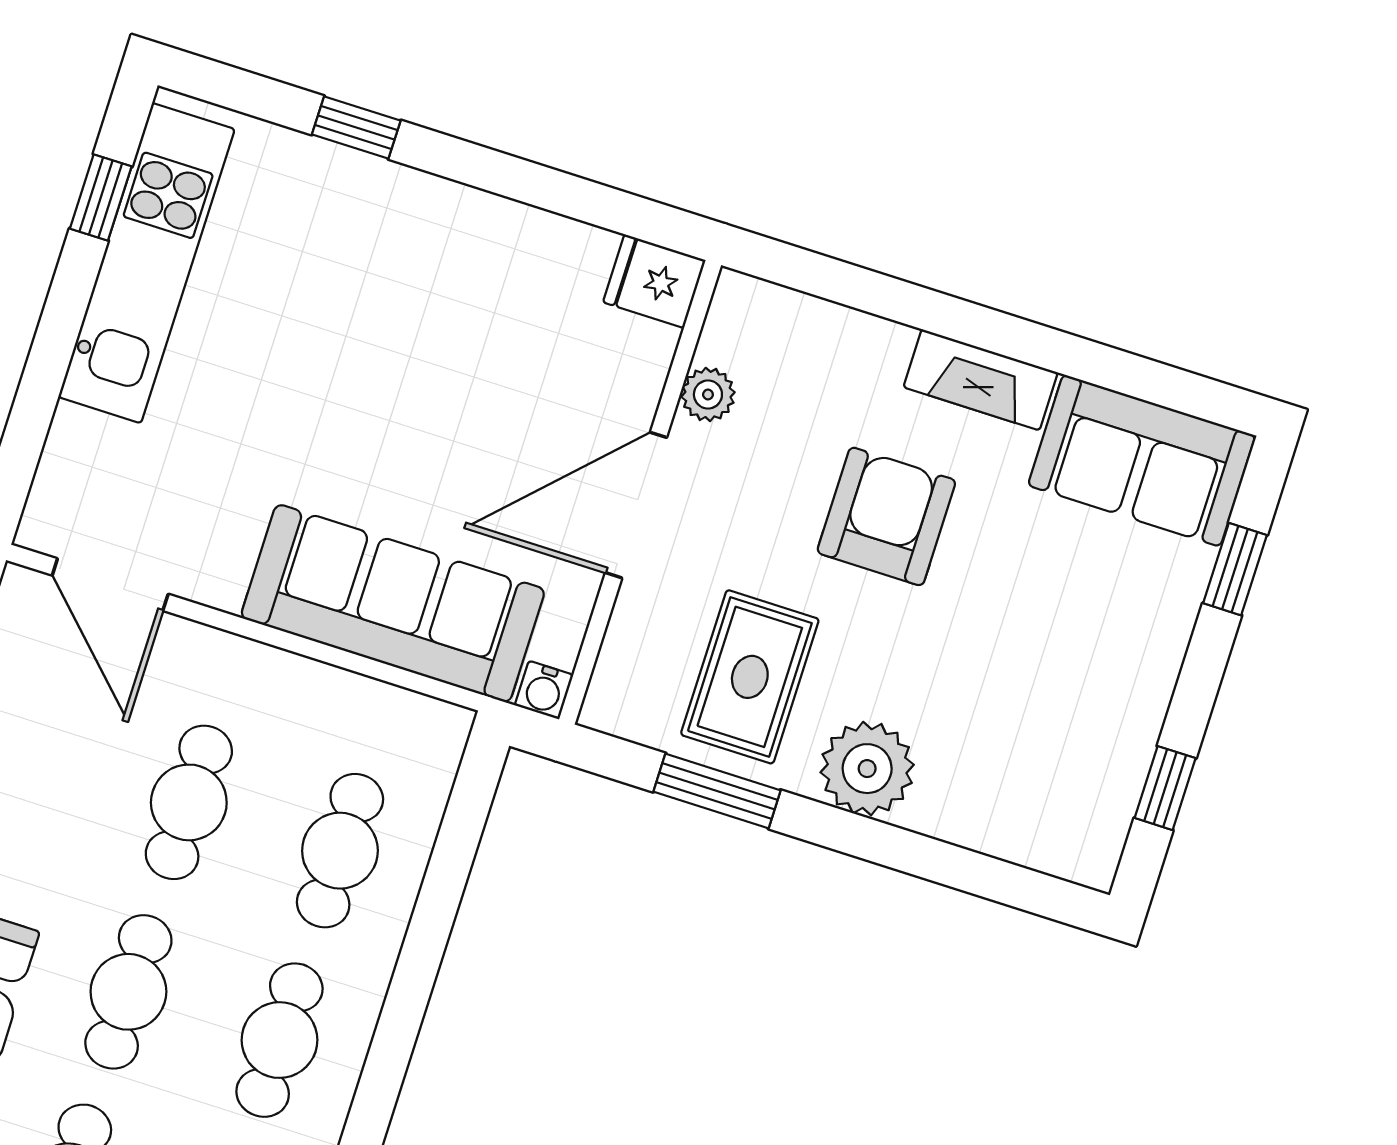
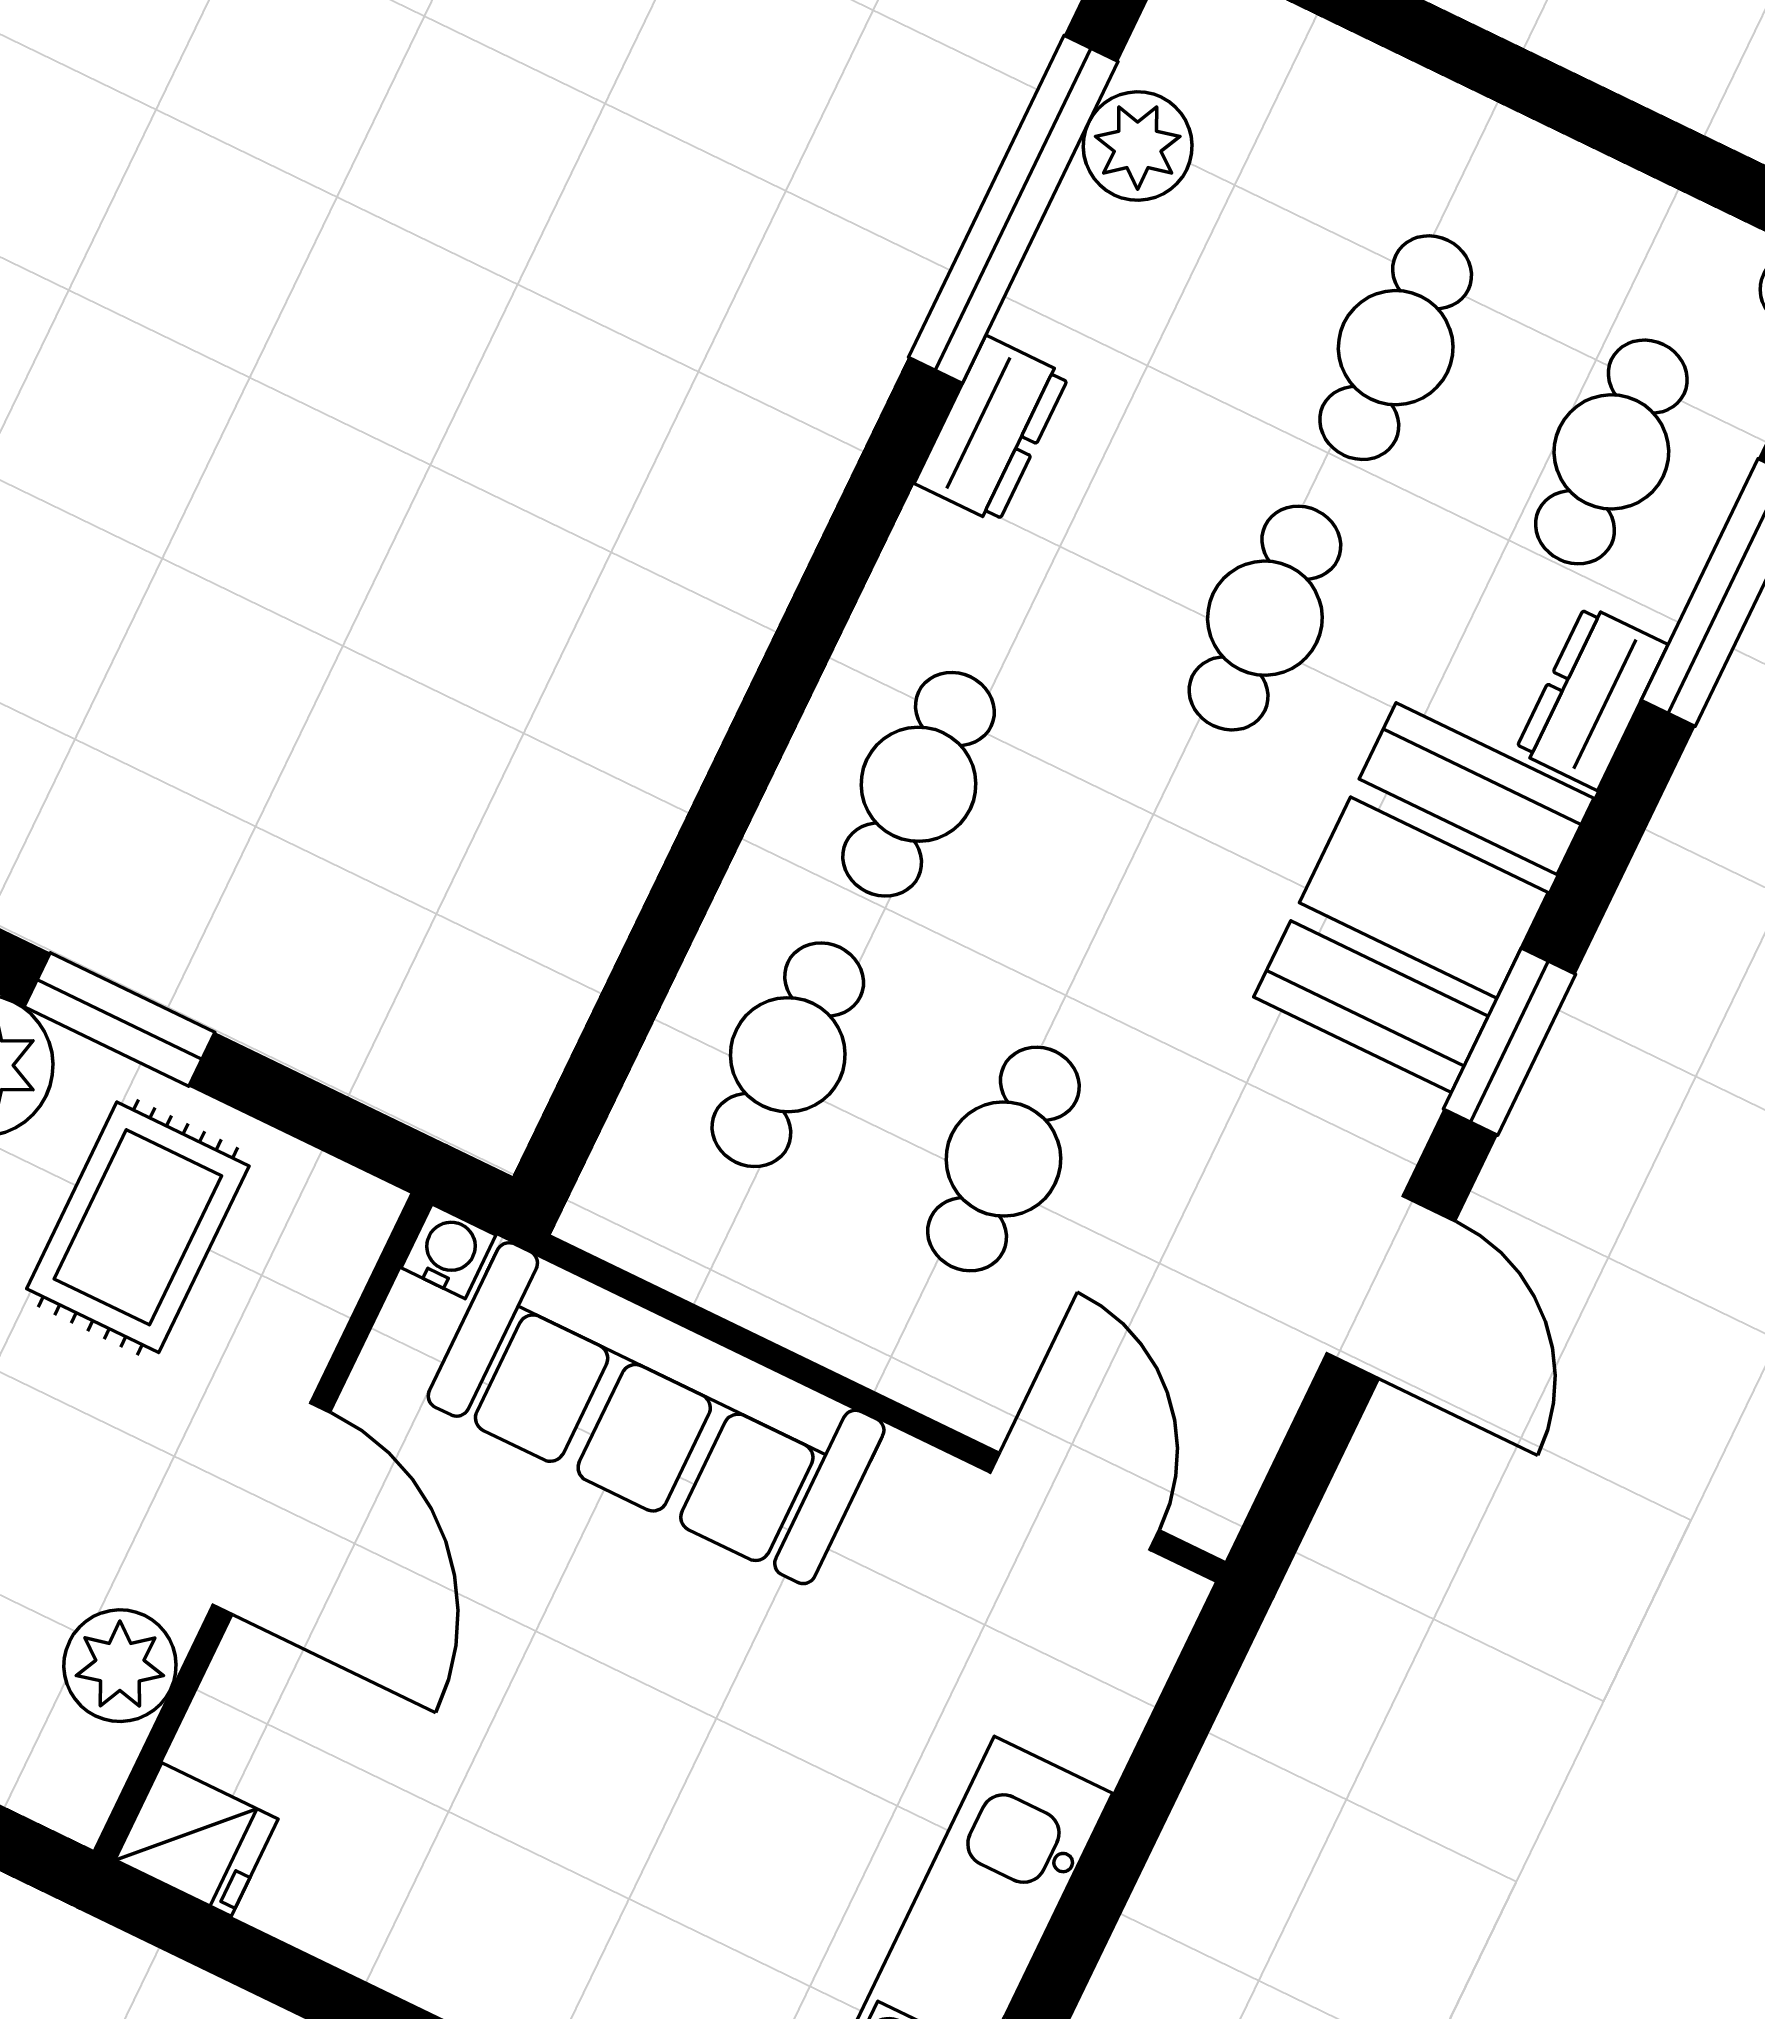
plant: (708, 394) -> (120, 1666), width x1.38, depth x1.38
door: (636, 505) -> (271, 1509), hinge flipped
window: (717, 791) -> (120, 1019), moved
cafe table: (128, 992) -> (1134, 889), removed

